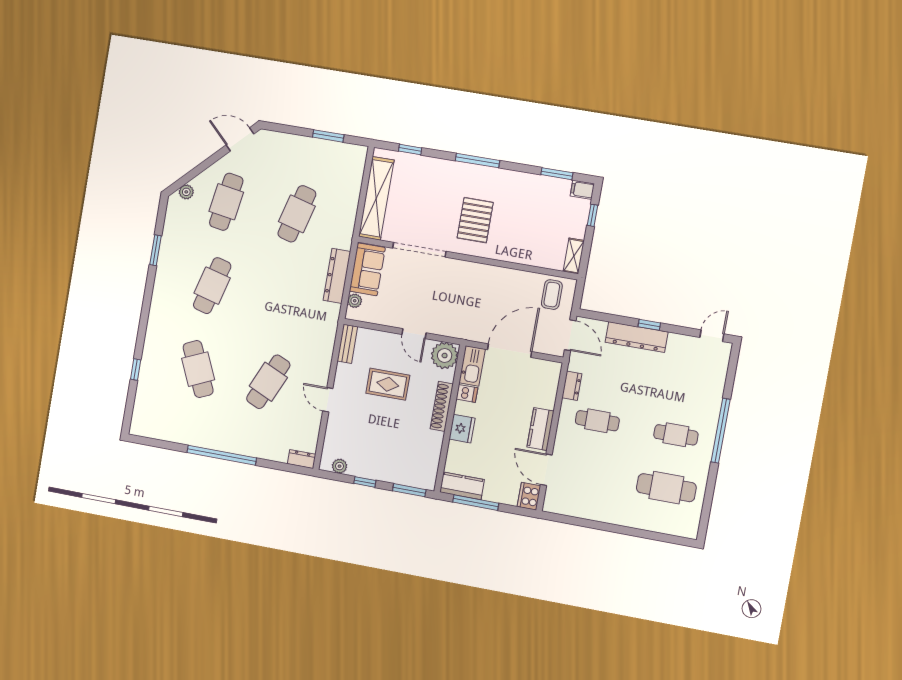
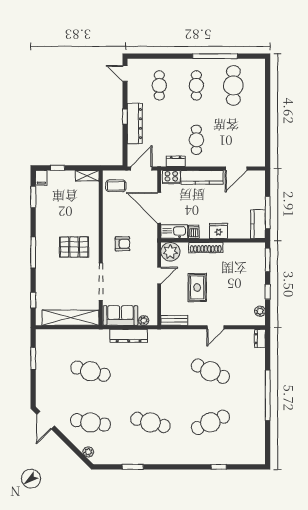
armchair: (468, 290) -> (122, 244), added
cafe table: (686, 382) -> (159, 85), added
kitchen counter: (540, 429) -> (202, 177), width x1.50
window: (721, 431) -> (215, 56), moved
cooker: (529, 496) -> (171, 177), moved

